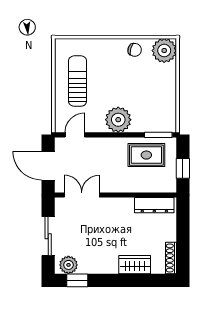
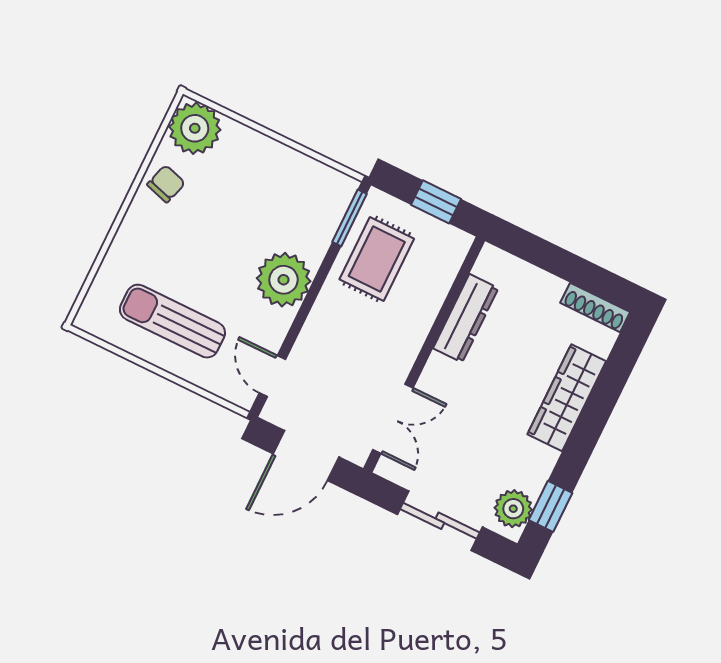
double door: (82, 195) -> (393, 419), swing flipped
dresser: (154, 205) -> (466, 318), moved
wardrobe: (135, 265) -> (567, 398), width x1.50

